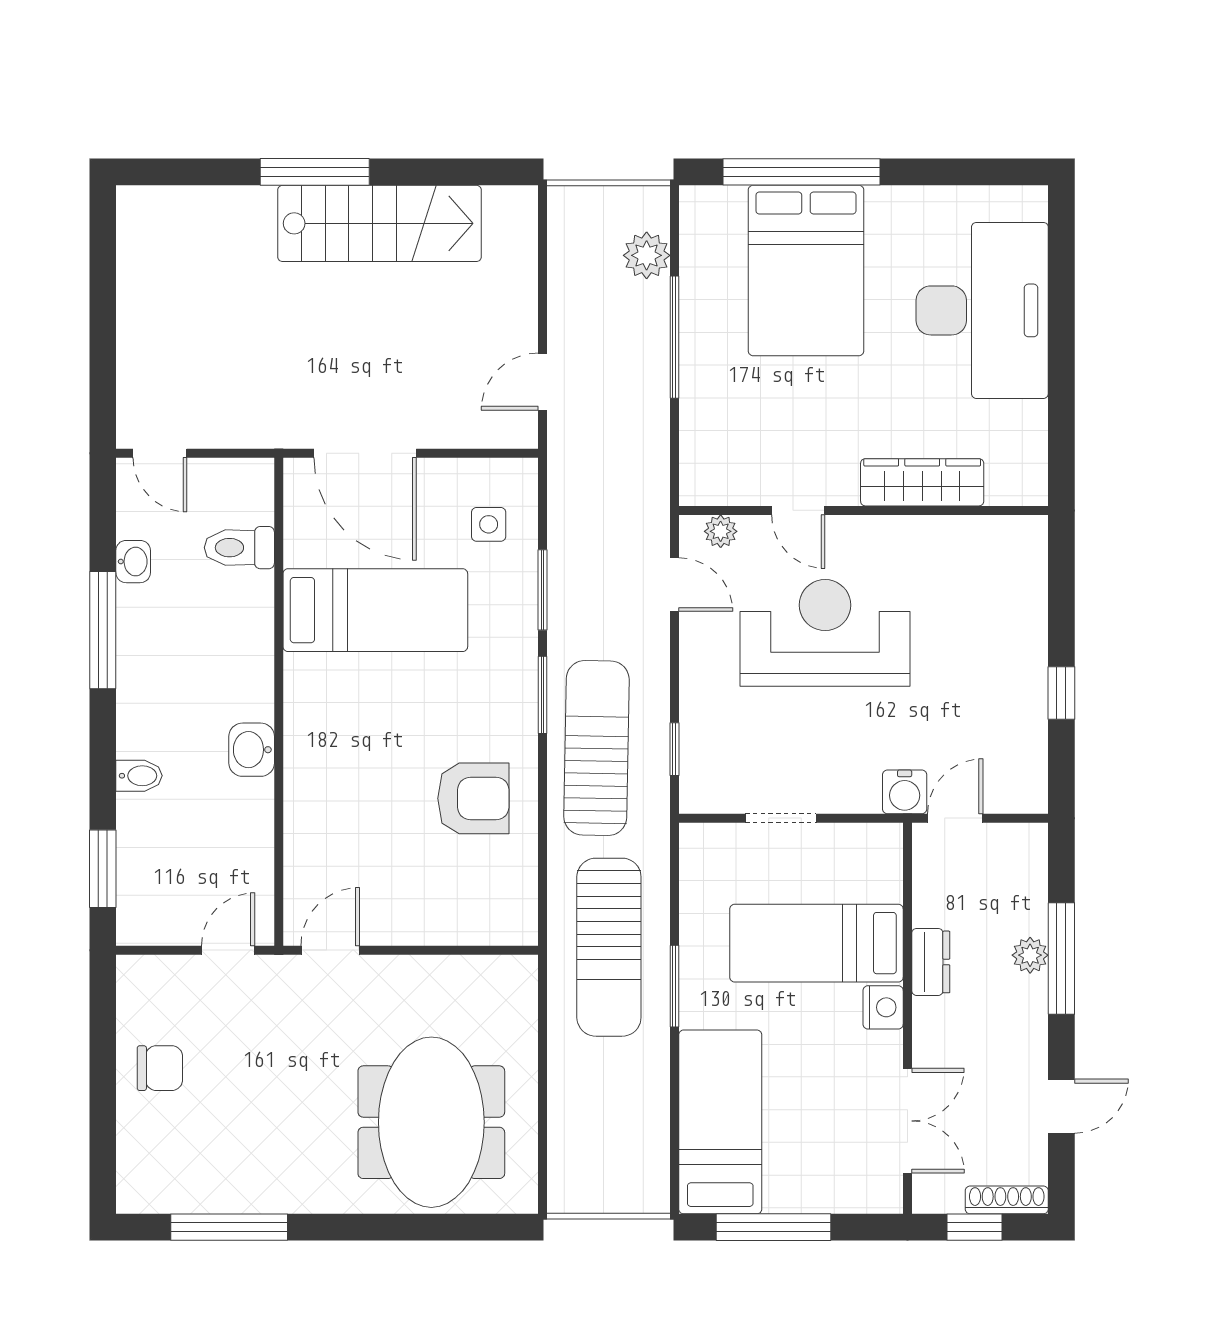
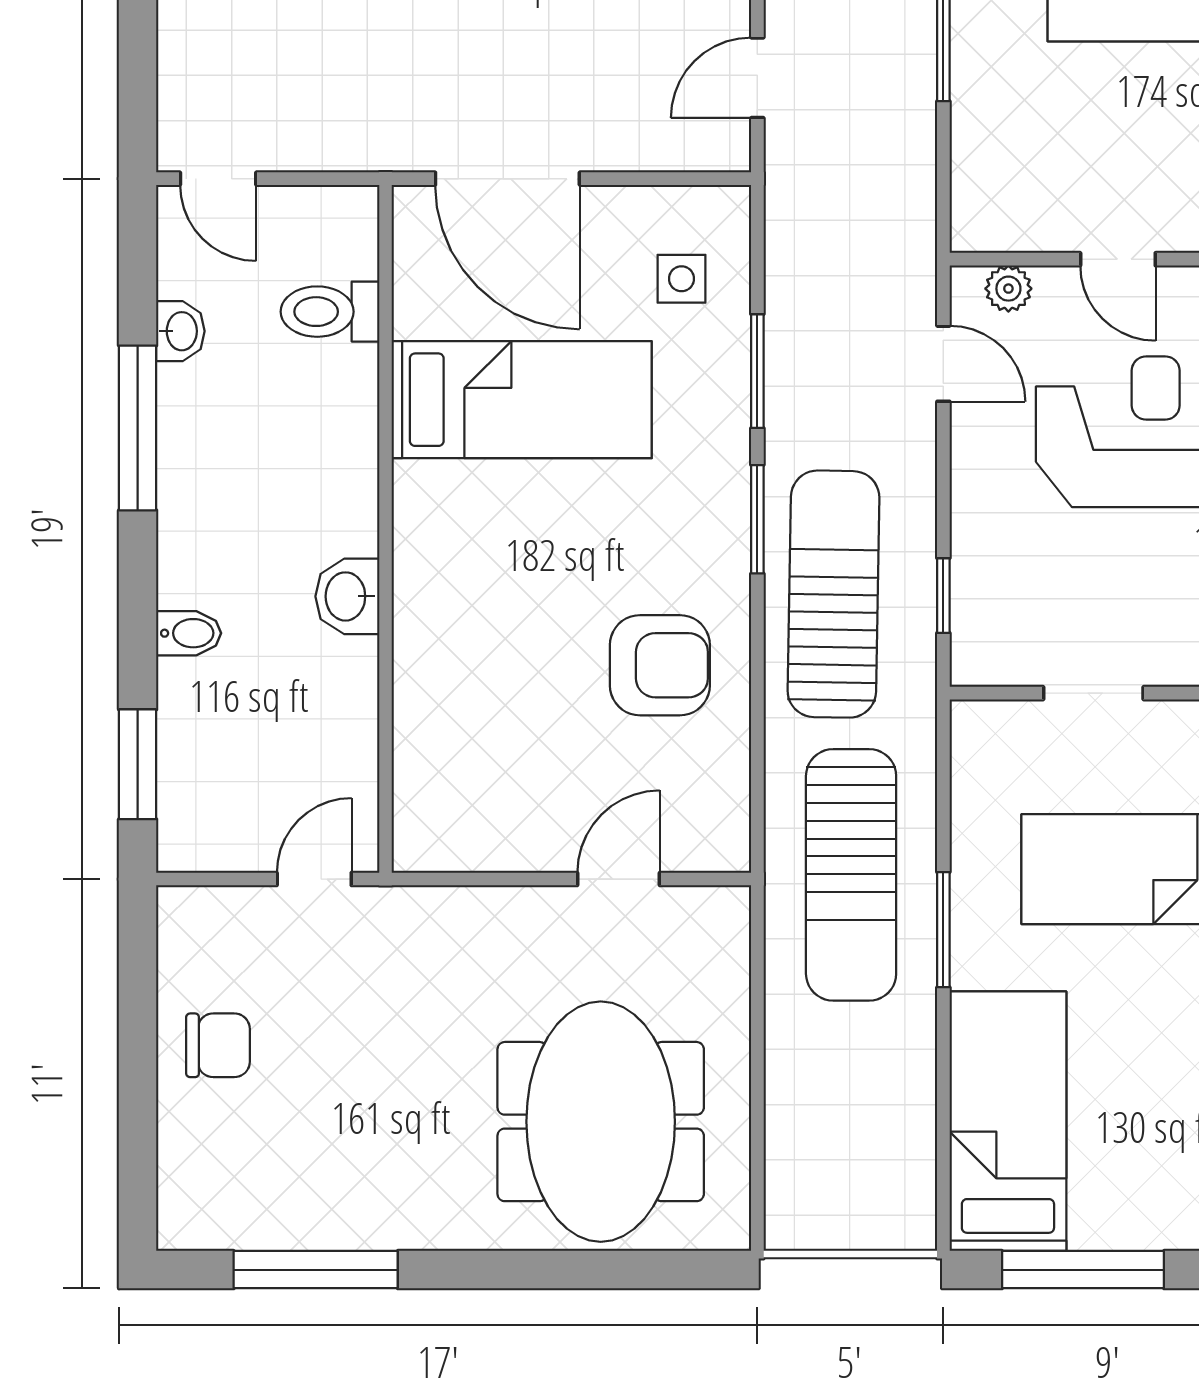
door: (330, 950) -> (618, 879), moved

